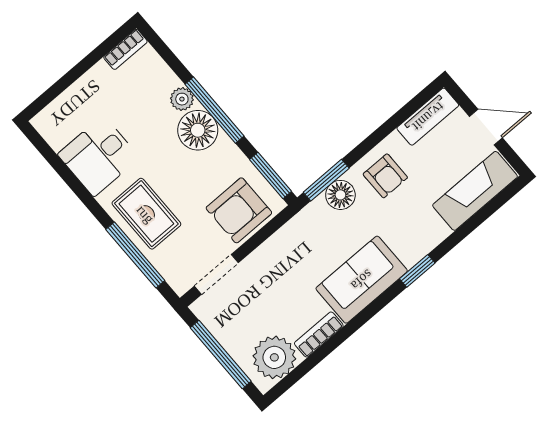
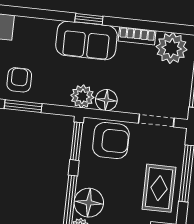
window: (326, 180) -> (23, 106), moved
floor lamp: (340, 195) -> (106, 100), moved
plant: (310, 223) -> (82, 96), added
window: (417, 271) -> (89, 19), moved

